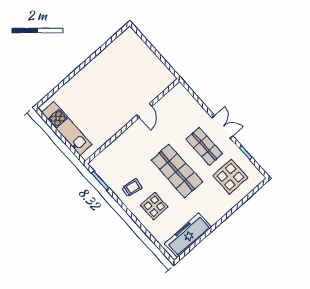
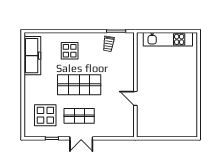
trolley: (132, 188) -> (109, 44), moved

